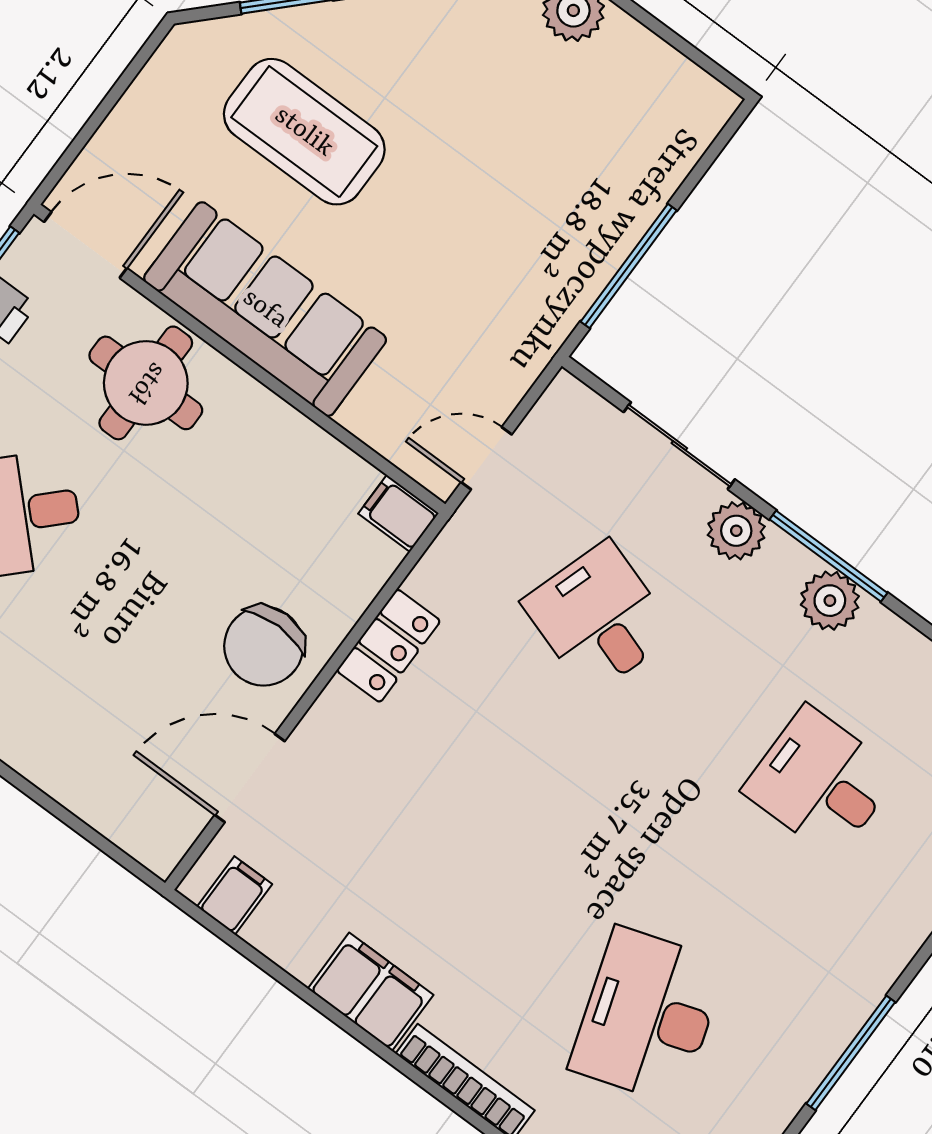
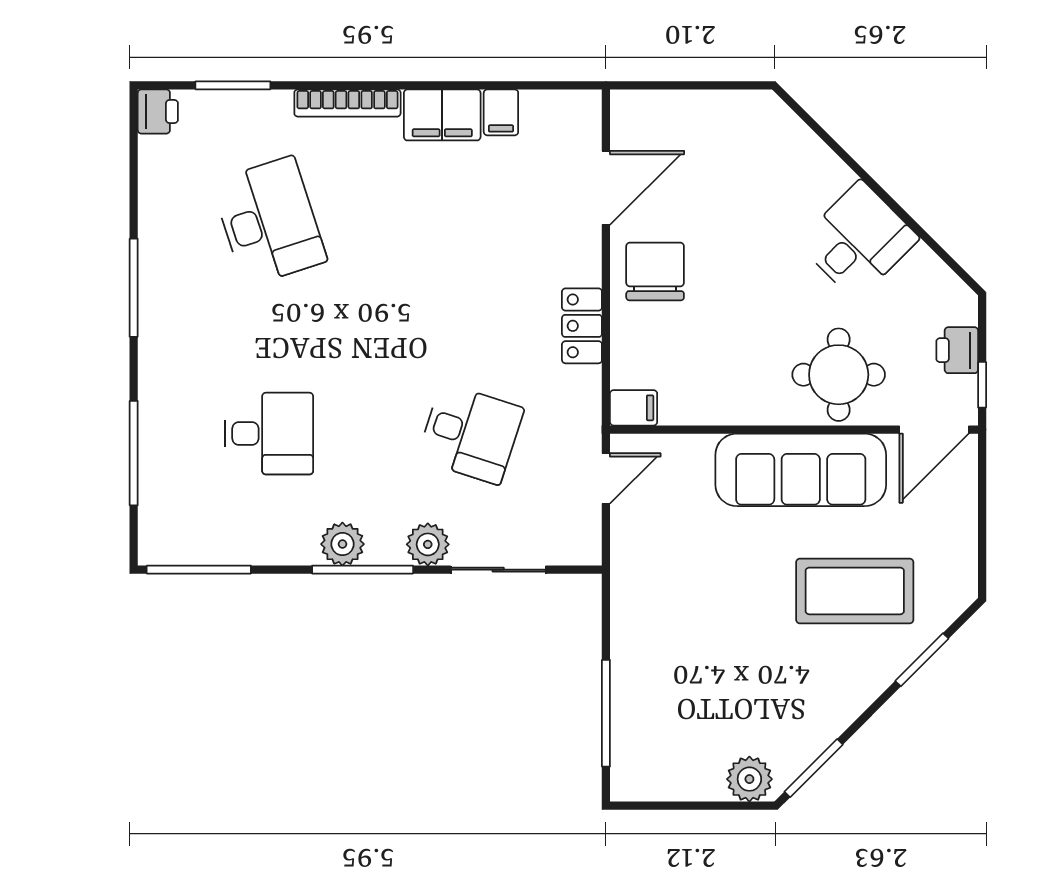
window: (629, 266) -> (606, 713), moved
filing cabinet: (235, 895) -> (501, 112), moved

